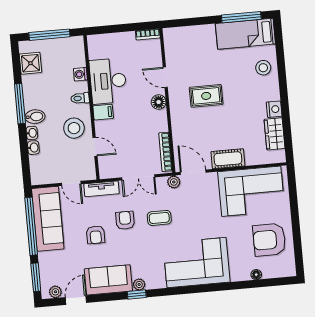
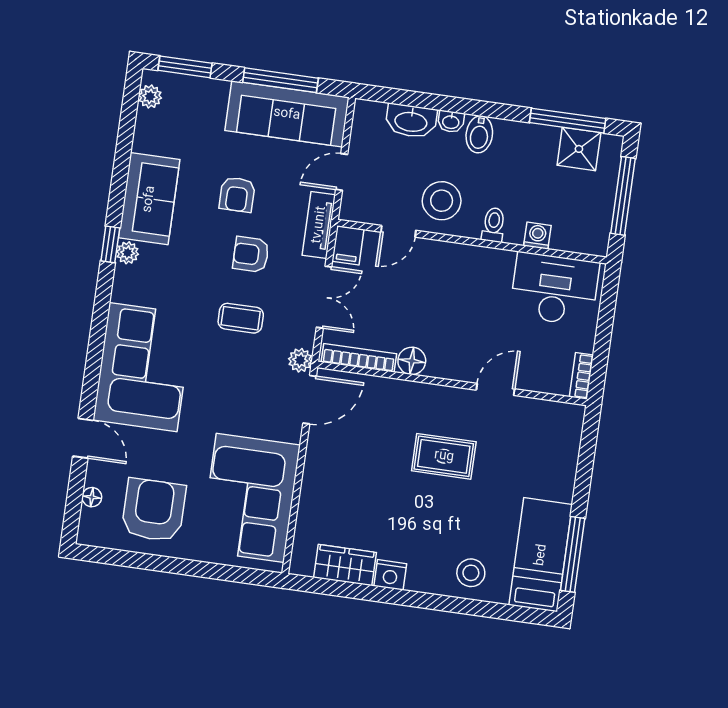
desk: (108, 81) -> (554, 289), moved
rug: (206, 96) -> (444, 456), turned 90
floor lamp: (159, 102) -> (412, 361), moved
window: (20, 104) -> (568, 121), moved
filing cabinet: (103, 112) -> (348, 245), moved
washbasin: (33, 148) -> (411, 121), width x1.91, depth x1.45
cot: (228, 159) -> (319, 469), removed
double door: (138, 177) -> (324, 297), swing flipped
coffee table: (159, 218) -> (241, 318), turned 90
armchair: (125, 220) -> (251, 254), turned 180
window: (31, 226) -> (280, 80), width x0.68
armchair: (96, 235) -> (237, 194), turned -90
floor lamp: (256, 275) -> (92, 497), moved
door: (76, 300) -> (83, 438), moved

